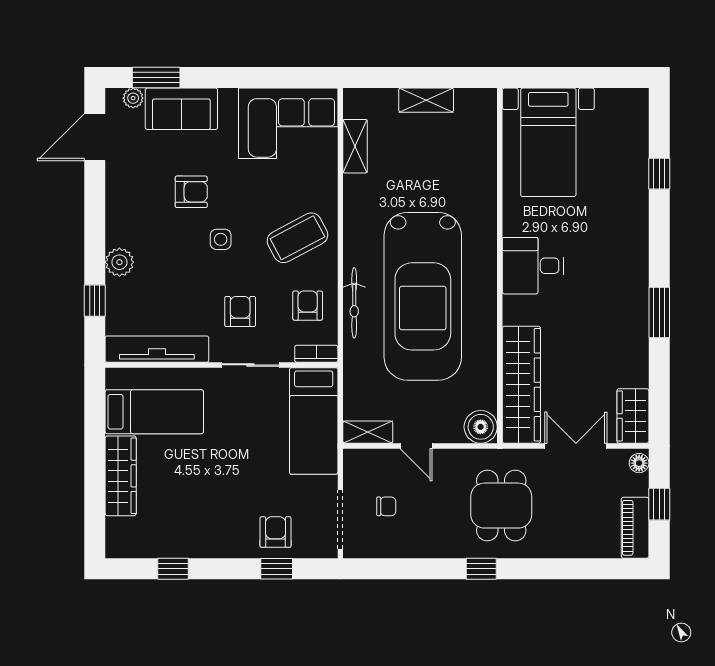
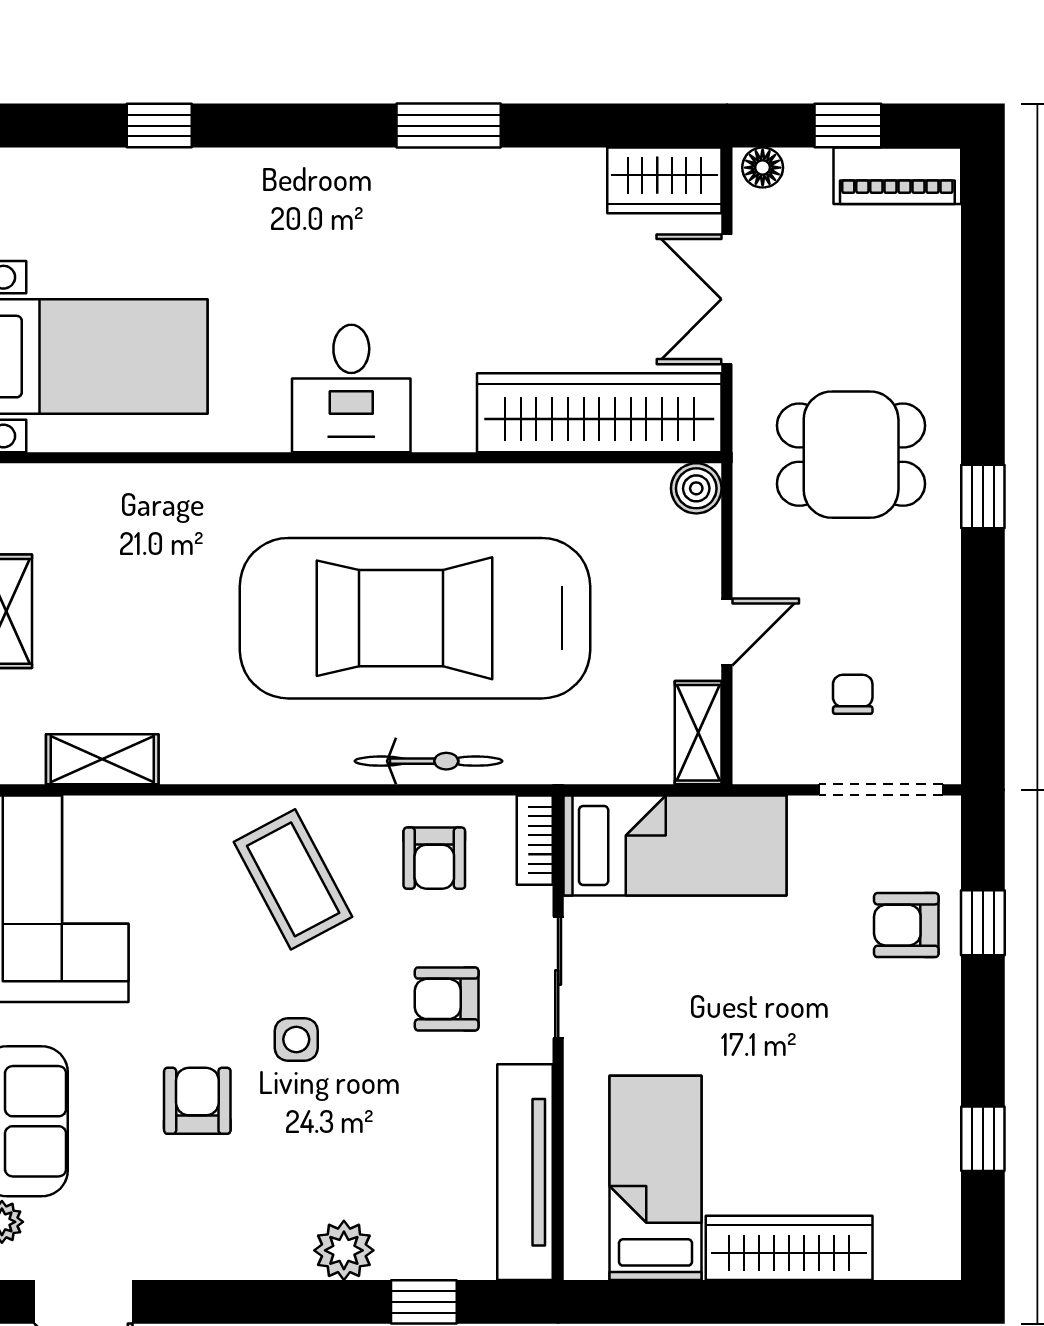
car: (423, 296) -> (415, 618), turned 180
armchair: (308, 306) -> (434, 858), turned -90
boiler: (481, 427) -> (696, 488), width x0.73, depth x0.73

